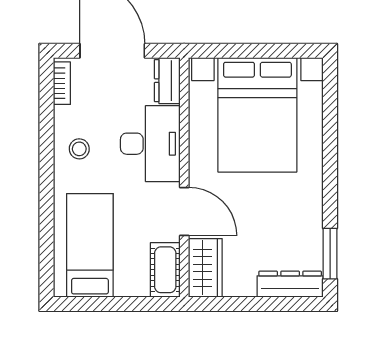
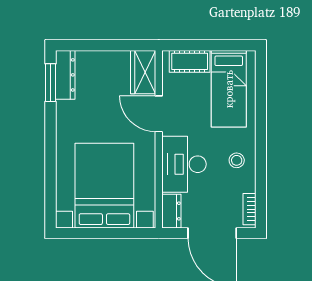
cot: (165, 270) -> (190, 61), moved, turned 90
dresser: (290, 284) -> (65, 75), moved, turned -90

